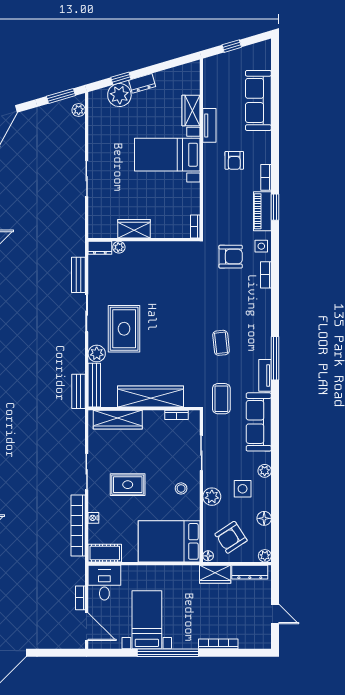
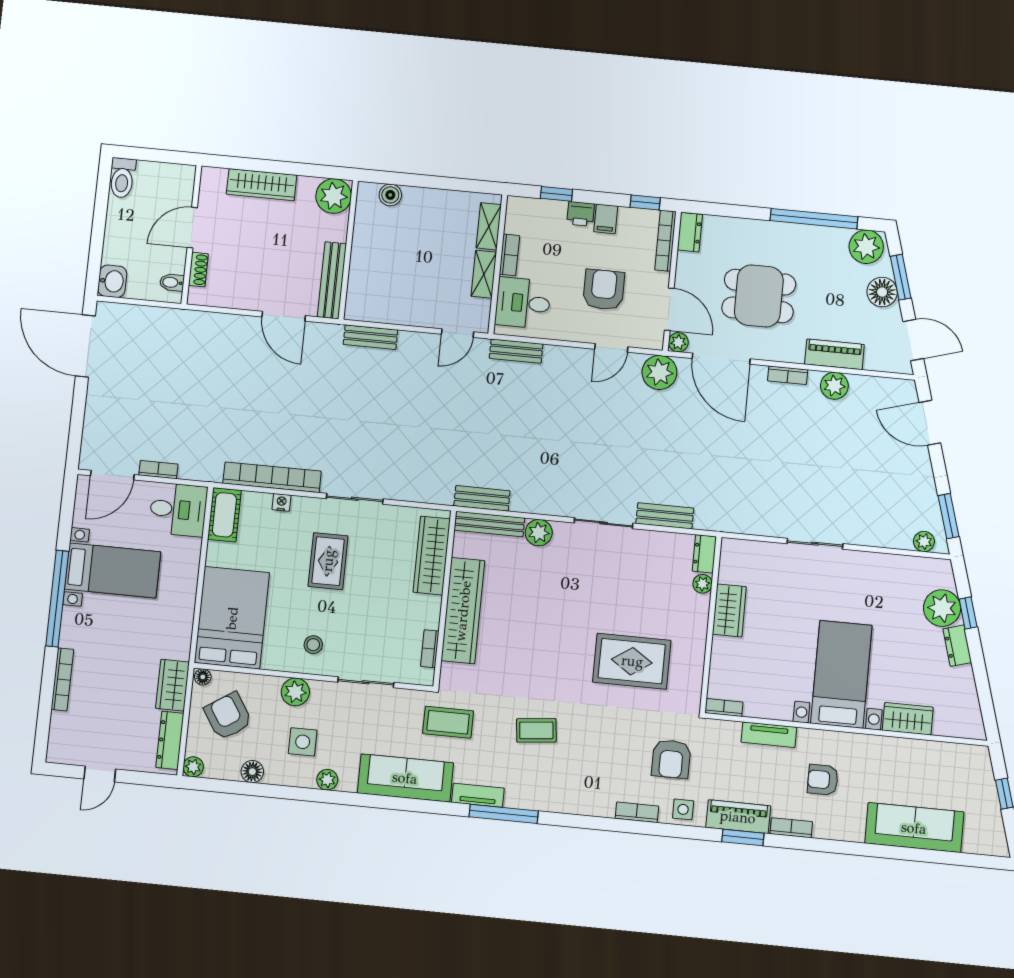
tv unit: (209, 125) -> (769, 735), moved
rug: (124, 329) -> (632, 661), moved

